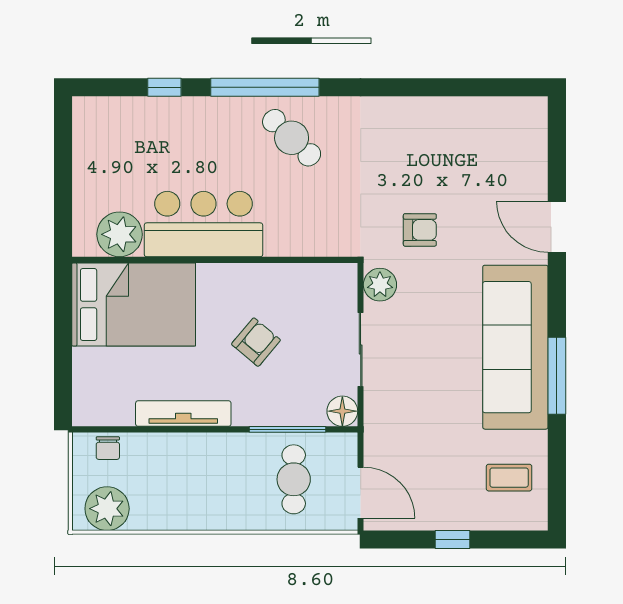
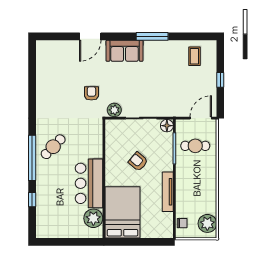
sofa: (515, 347) -> (125, 51), width x0.54, depth x0.79

